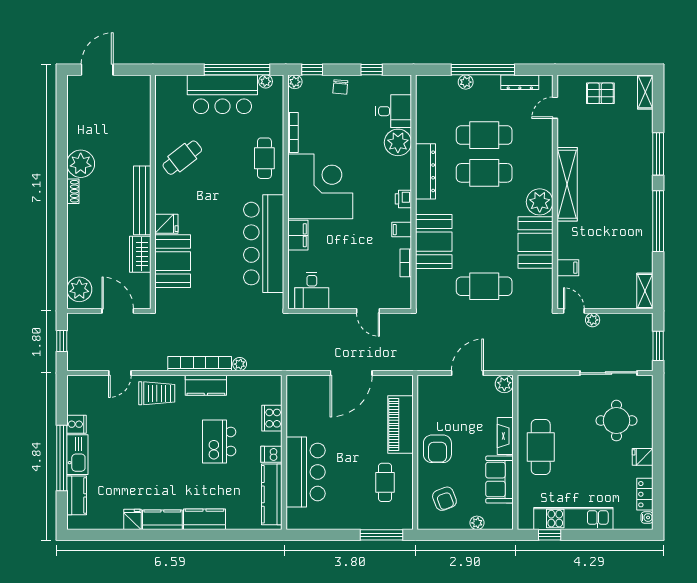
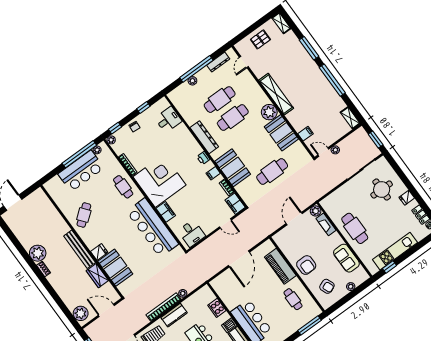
plant: (398, 142) -> (181, 133), removed
filing cabinet: (401, 293) -> (235, 204), added
fireplace: (505, 436) -> (326, 224), moved

